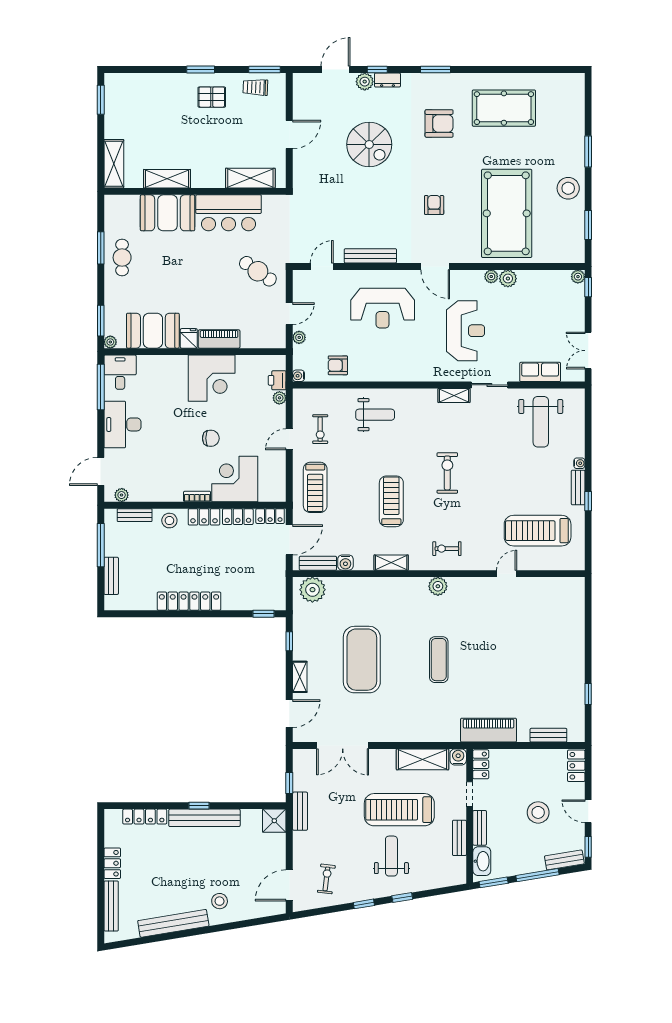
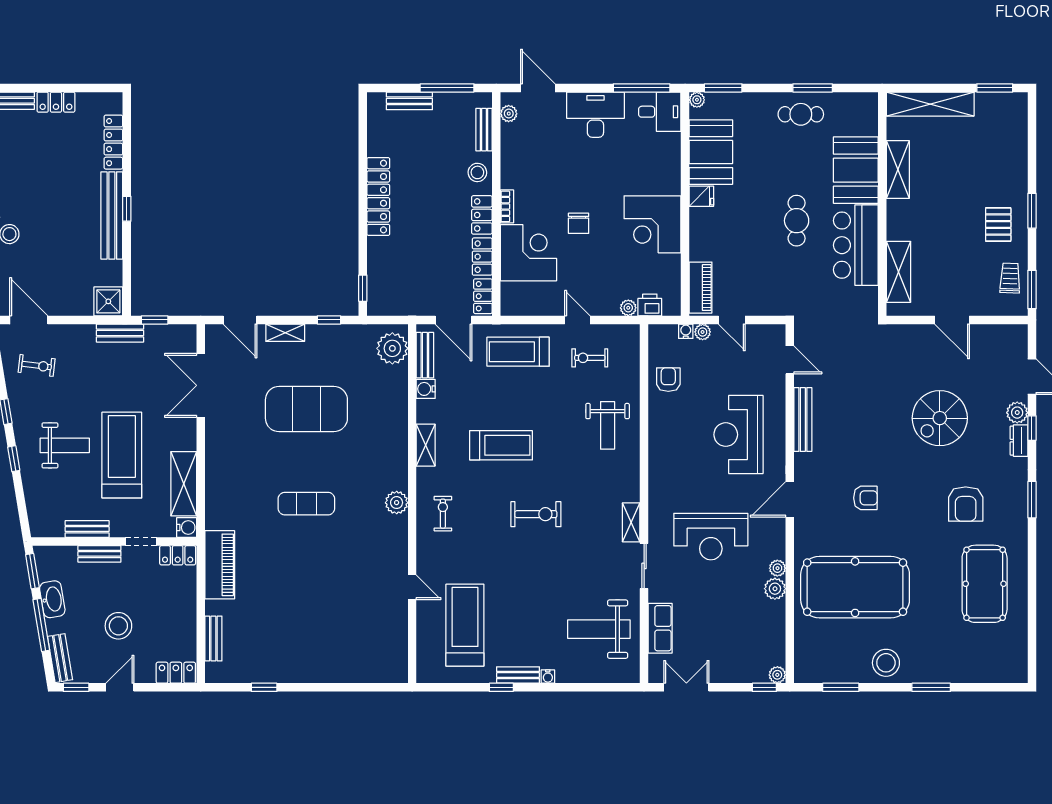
shelving: (114, 164) -> (930, 104), width x1.47
cafe table: (258, 271) -> (797, 221), moved, turned -35
piano: (219, 339) -> (701, 288), moved
water cooler: (299, 376) -> (686, 331), moved
washbasin: (482, 861) -> (52, 599), moved, turned -99

